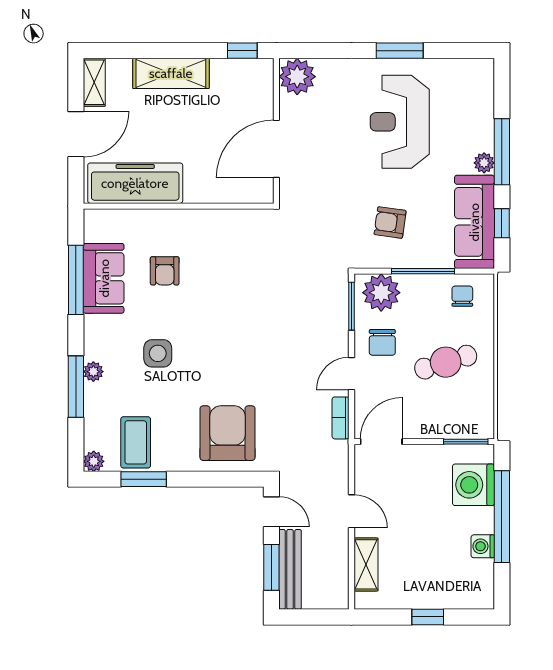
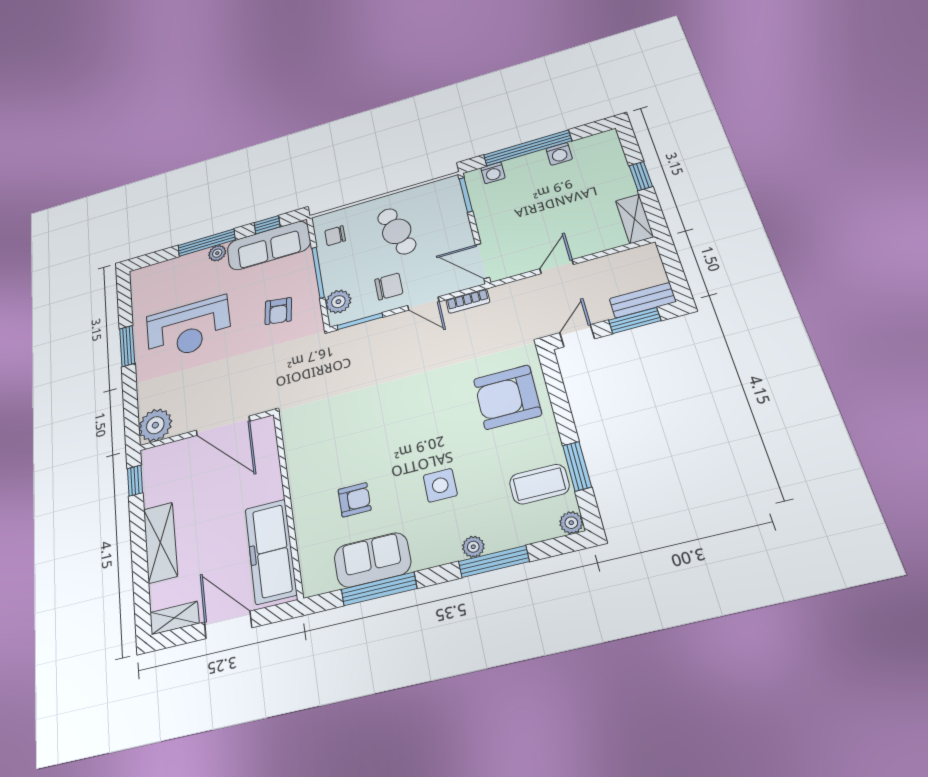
plant: (381, 293) -> (338, 302), width x0.73, depth x0.73
washing machine: (473, 485) -> (493, 173), width x0.53, depth x0.53
shelving: (366, 564) -> (634, 219), moved, turned 90
bench: (290, 569) -> (643, 300), width x0.73

